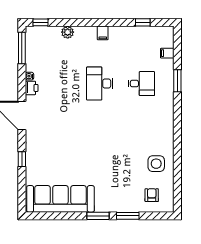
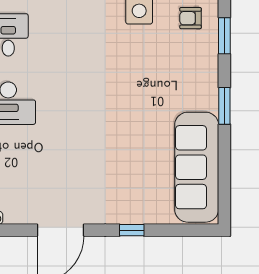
printer: (32, 88) -> (15, 214), removed
window: (128, 216) -> (224, 36), moved

